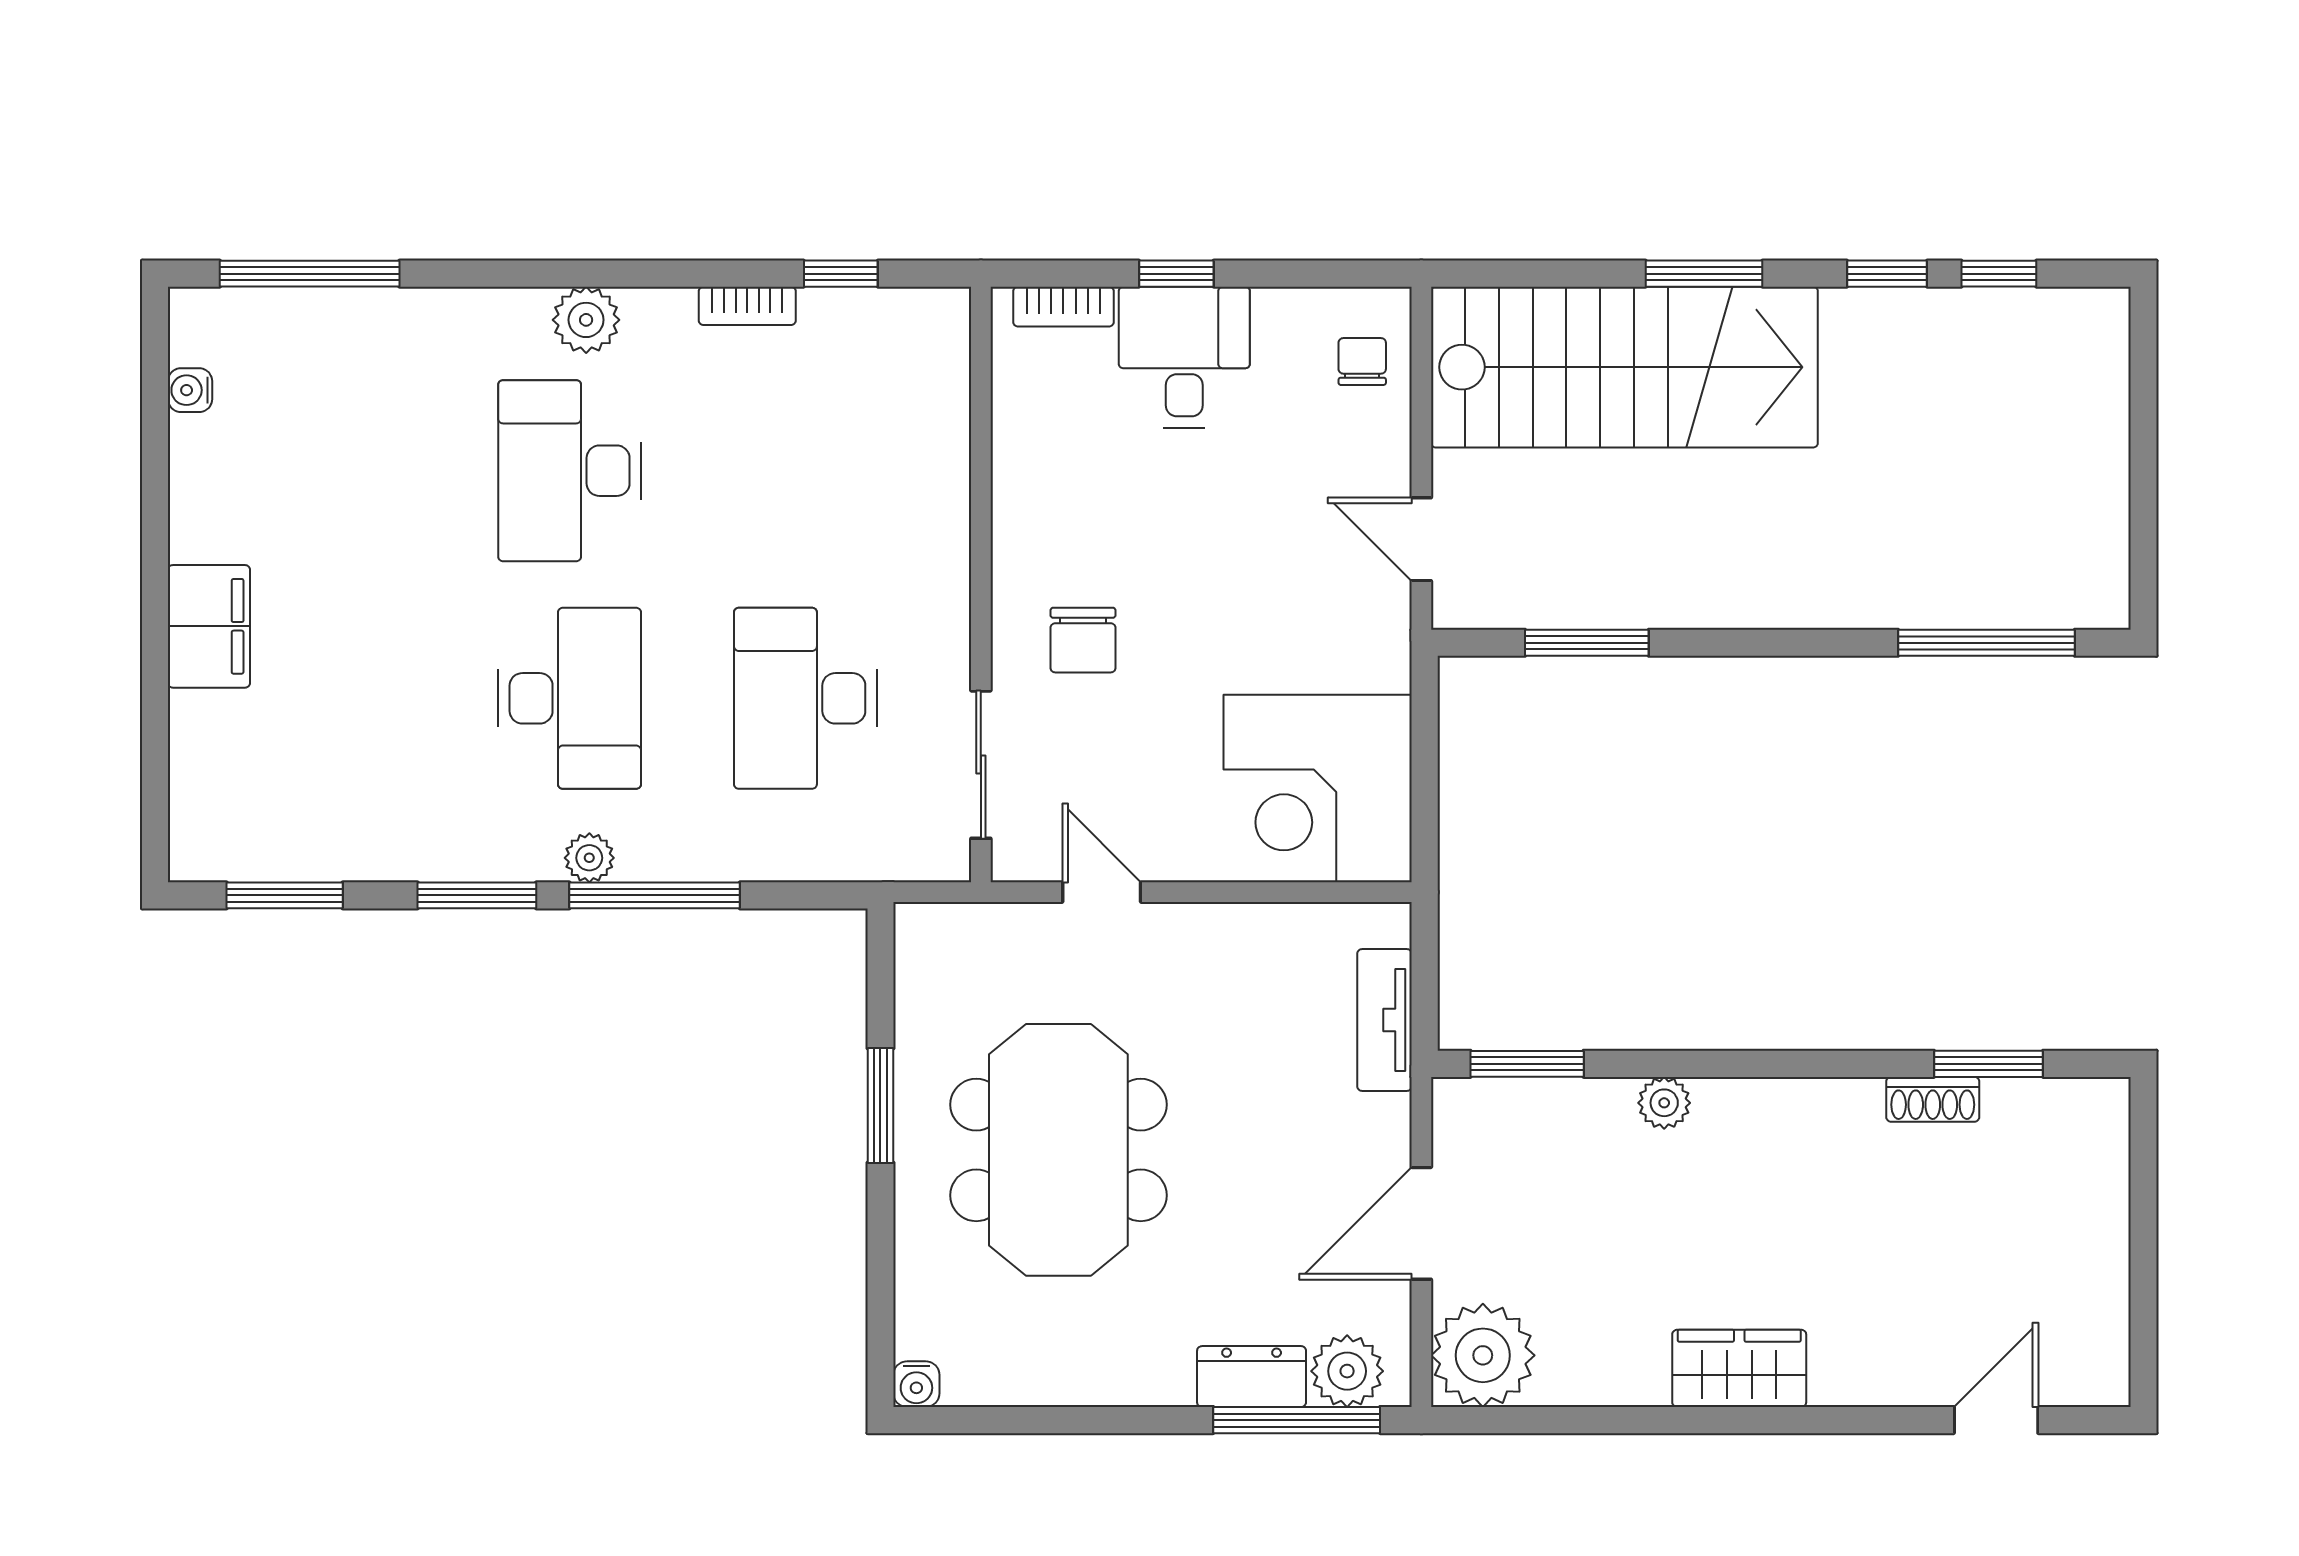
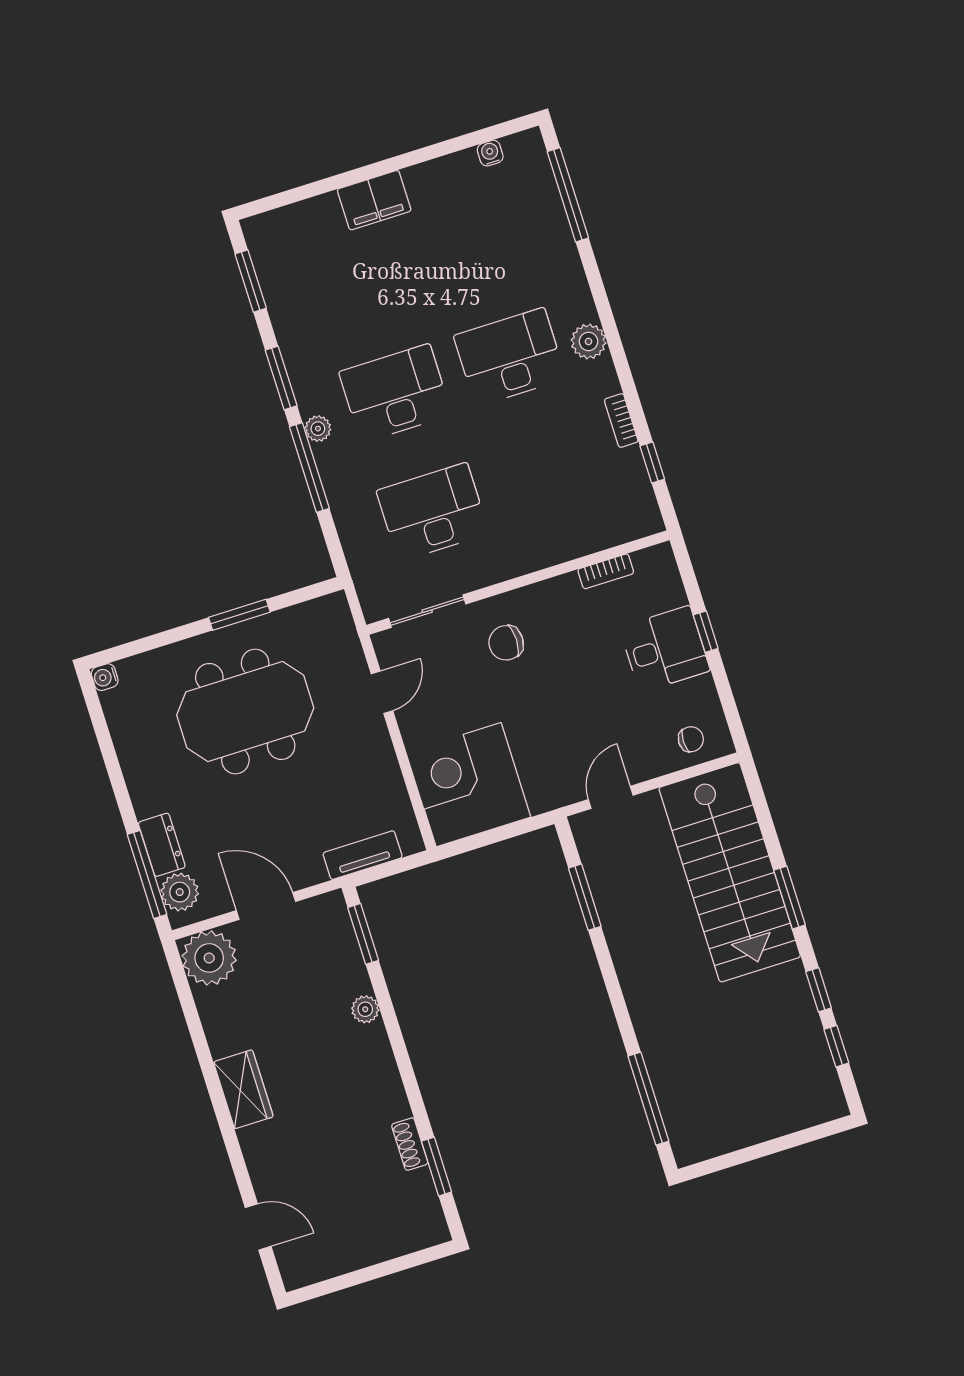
bookcase: (1063, 307) -> (606, 571), moved, turned -90
desk: (570, 698) -> (395, 393), turned 180

